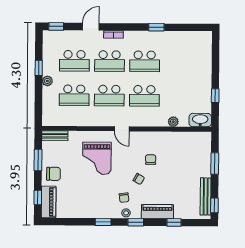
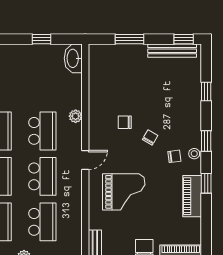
plant: (173, 122) -> (76, 116), moved
piano: (157, 212) -> (192, 196), moved

